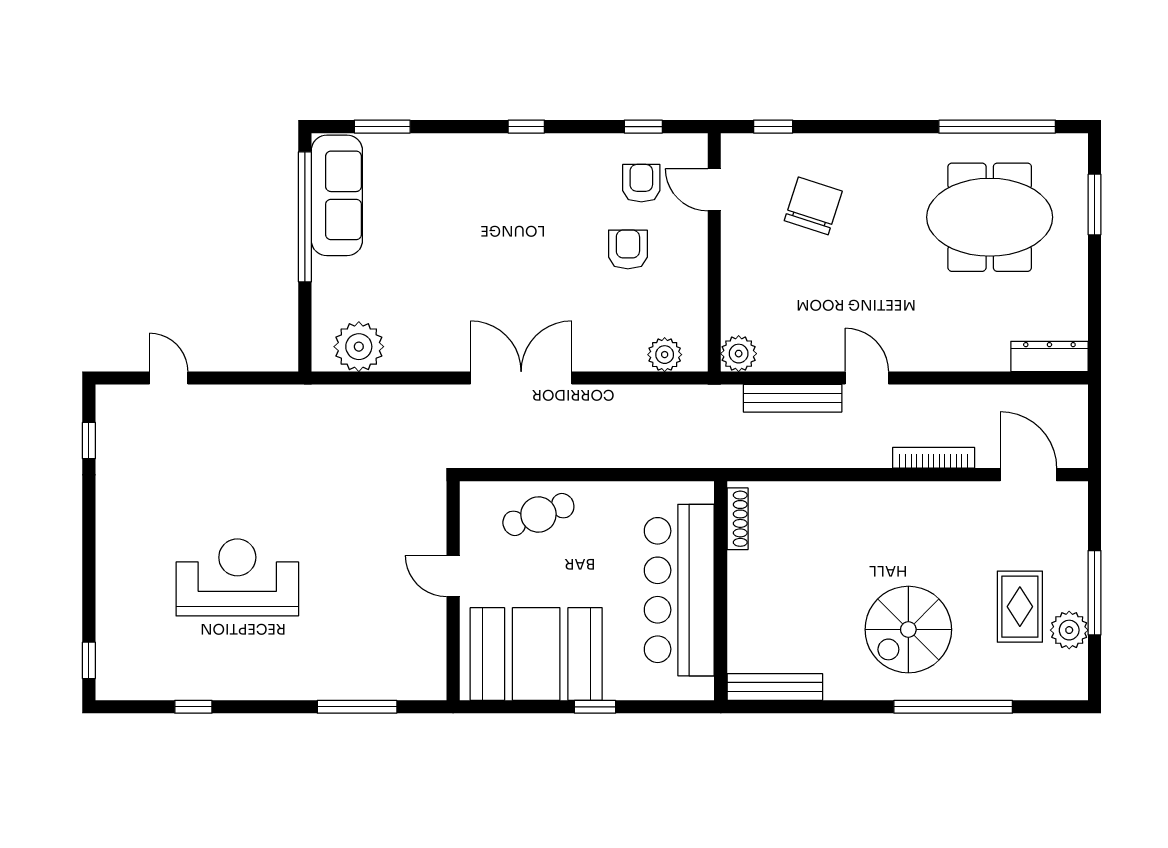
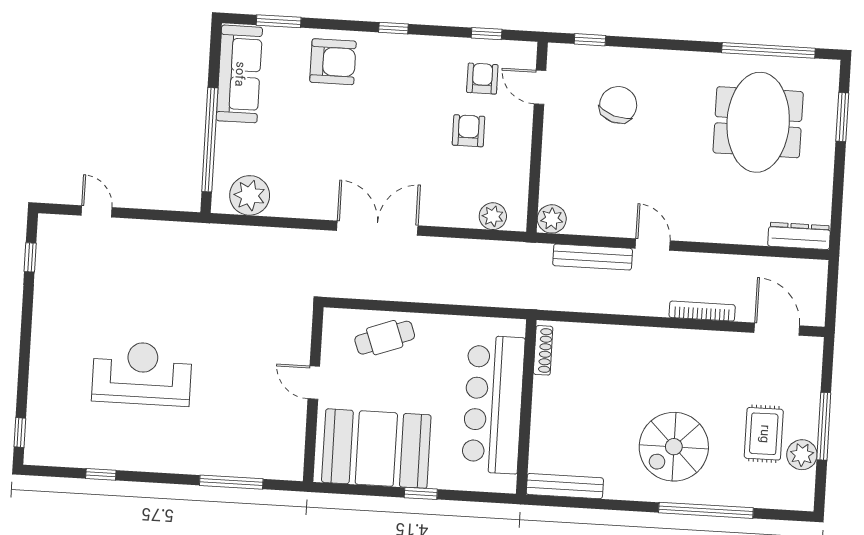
armchair: (453, 173) -> (333, 62), added
window: (305, 217) -> (210, 140), moved
meeting table: (990, 217) -> (758, 122), turned 90

